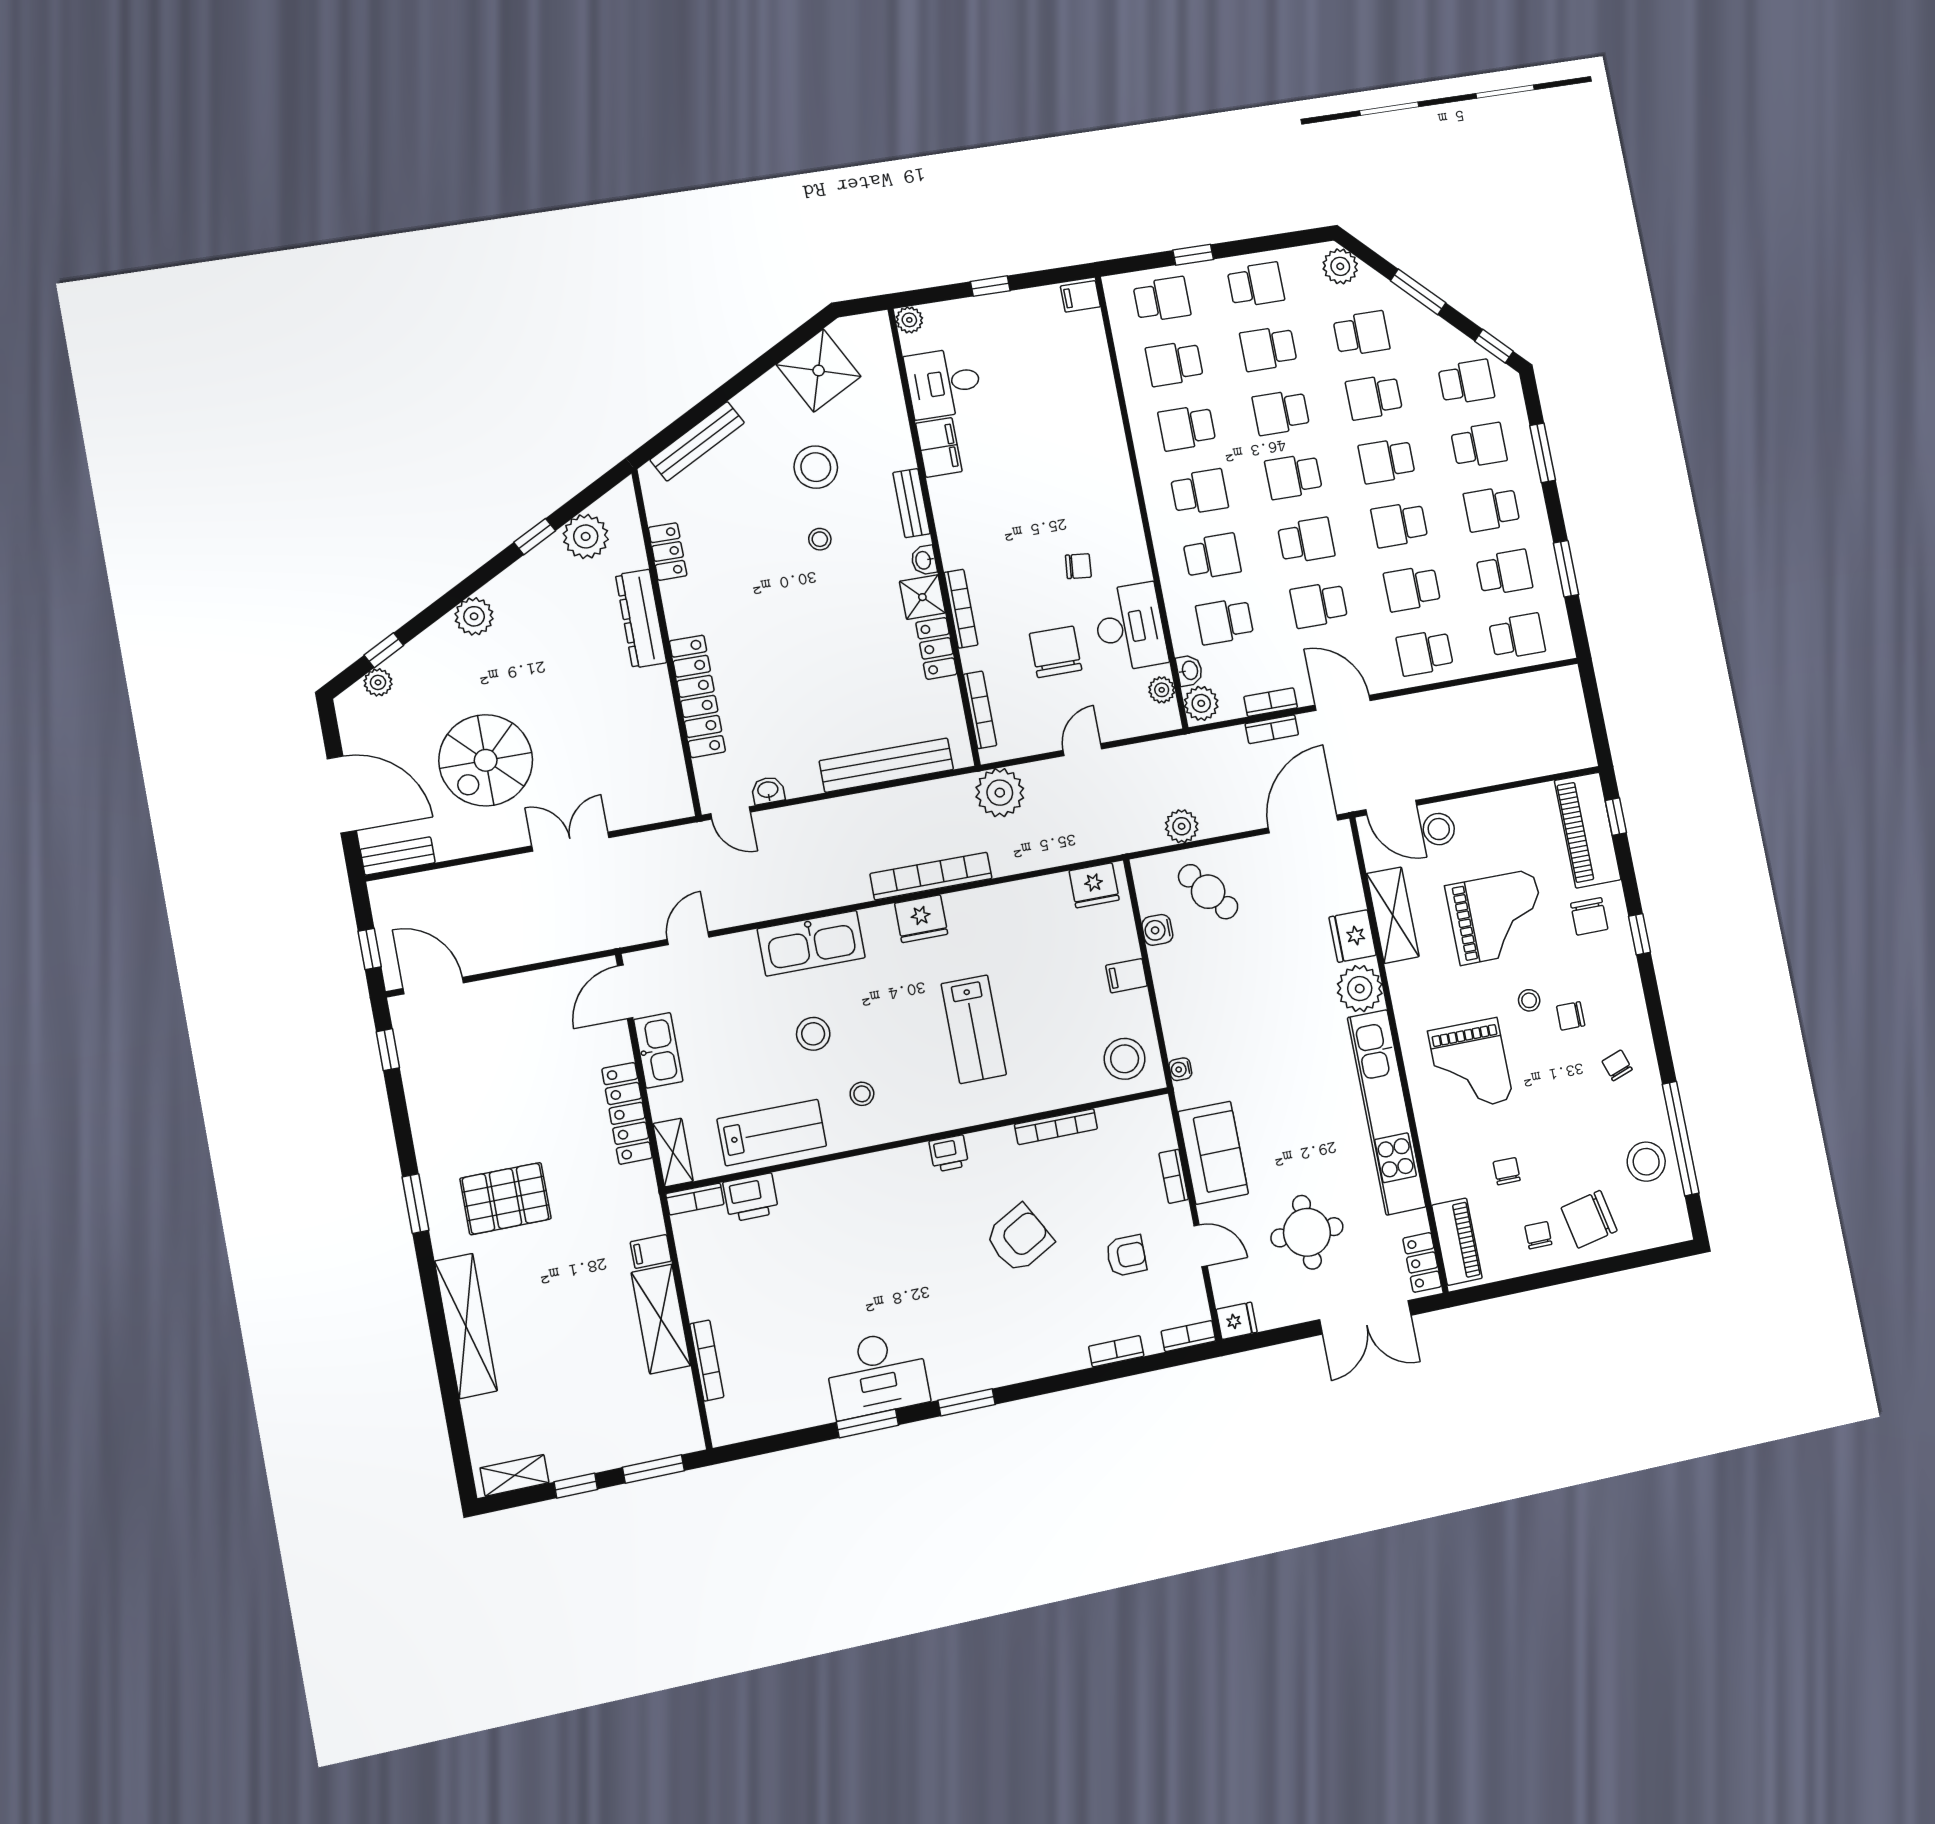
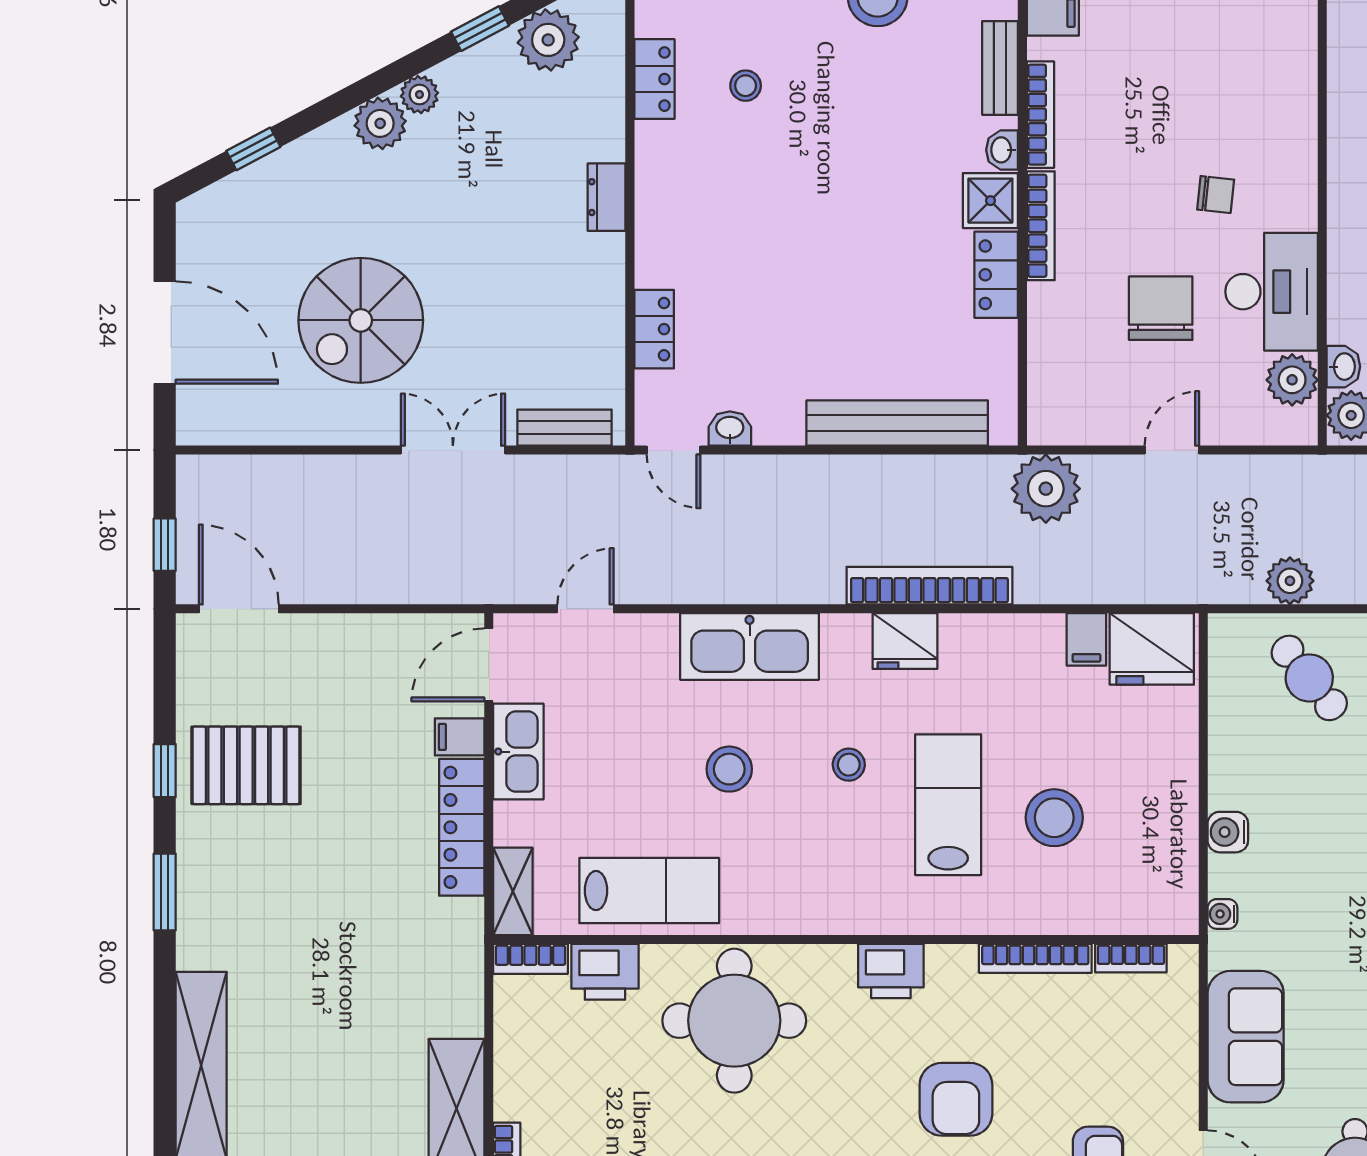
stool: (820, 539) -> (746, 86), moved
dresser: (641, 619) -> (607, 197), width x0.51, depth x0.80
plant: (378, 682) -> (419, 95), moved
plant: (1162, 690) -> (1292, 380), width x1.38, depth x1.38
locker: (697, 696) -> (654, 329), width x0.46, depth x0.83
bookcase: (980, 710) -> (1040, 115), moved
bench: (398, 856) -> (564, 428), moved
fridge: (1094, 885) -> (1152, 649), width x1.36, depth x1.34
water cooler: (1157, 930) -> (1228, 832), moved
filing cabinet: (1126, 976) -> (1086, 639), moved, turned -90
lab bench: (974, 1029) -> (948, 805), turned 180
window: (388, 1050) -> (165, 771), moved
stool: (1125, 1059) -> (1054, 818), moved
stool: (862, 1094) -> (849, 765), moved
printer: (949, 1154) -> (891, 971), width x1.36, depth x1.24
bookcase: (1174, 1176) -> (1131, 958), moved, turned -90
pallet: (506, 1199) -> (246, 765), moved
round table: (851, 1214) -> (734, 1021), added
armchair: (1019, 1239) -> (956, 1099), turned 119
filing cabinet: (651, 1252) -> (460, 737), moved

